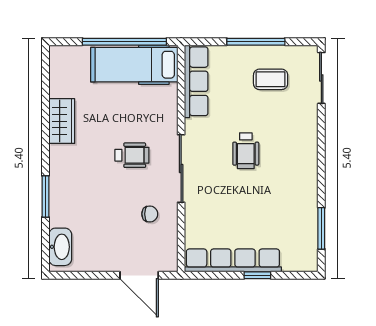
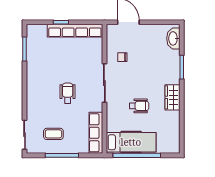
wardrobe: (62, 121) -> (172, 97), moved
wheelchair: (132, 155) -> (139, 106), moved, turned 180

